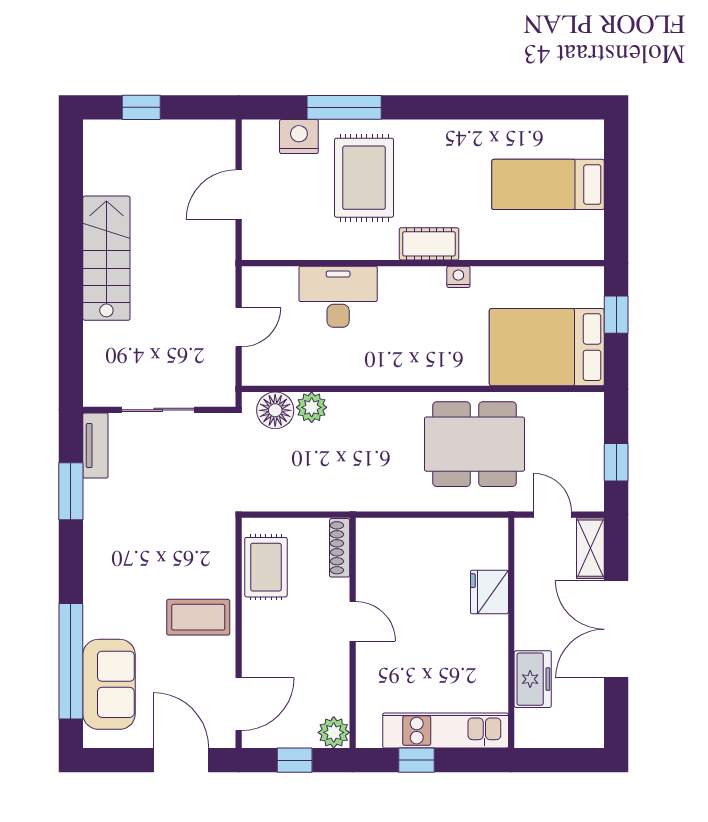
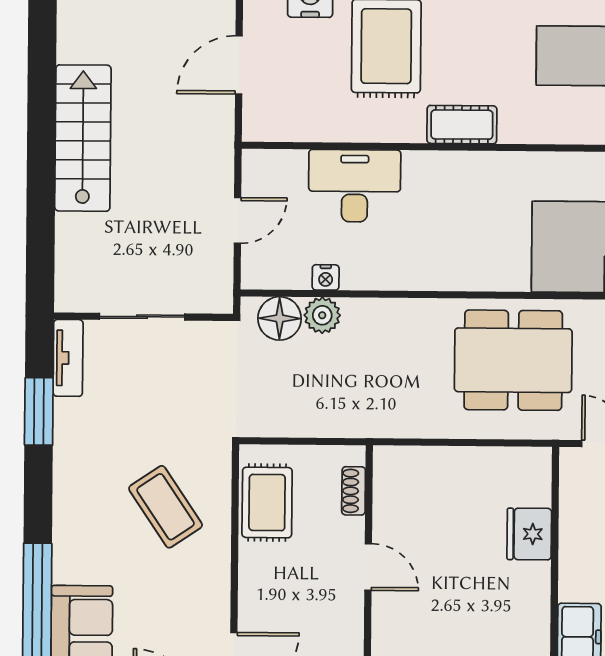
nightstand: (458, 277) -> (326, 277), moved, turned 180
shoe rack: (340, 548) -> (354, 491), width x0.70
coffee table: (198, 617) -> (166, 507), moved, turned 56

